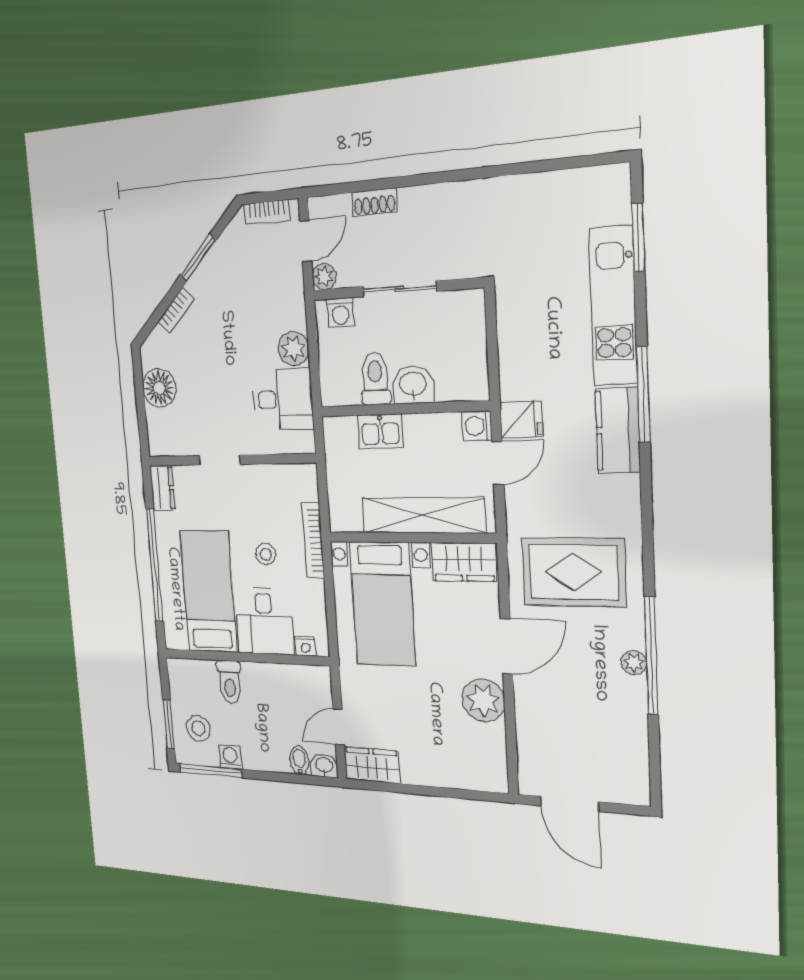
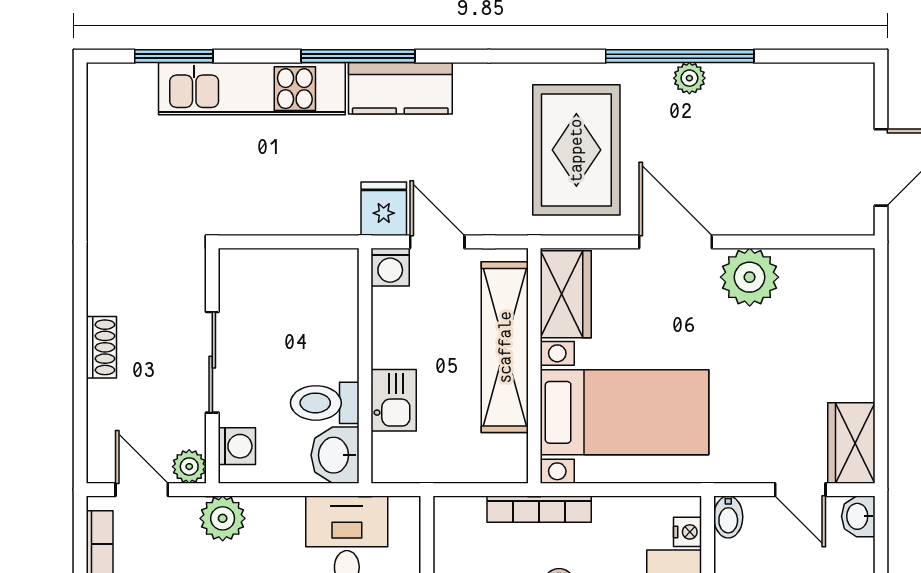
shoe rack: (374, 202) -> (101, 347), moved
plant: (294, 349) -> (223, 518), moved
washbasin: (413, 385) -> (335, 455), moved
bidet: (299, 760) -> (728, 517), moved, turned -90

